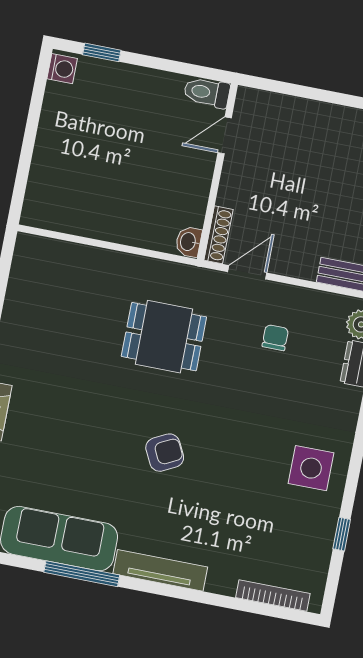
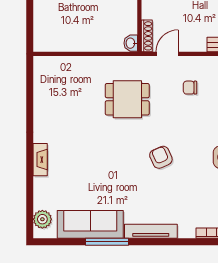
chair: (275, 338) -> (190, 88), turned -90
armchair: (165, 453) -> (161, 157), moved, turned -87

